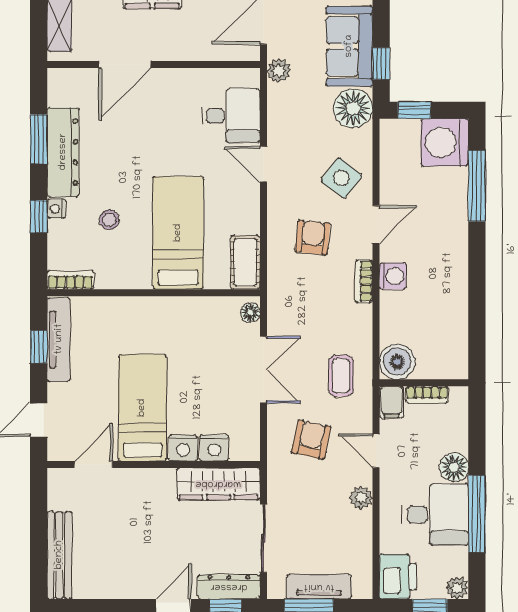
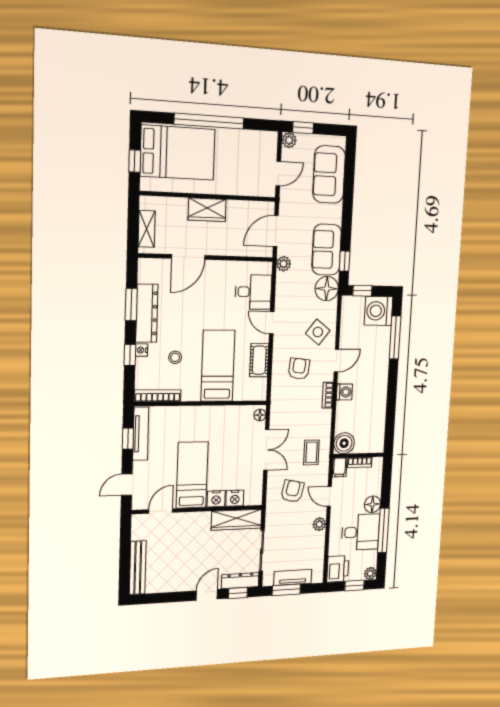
cot: (245, 262) -> (259, 360), moved
bookcase: (70, 280) -> (158, 396), width x1.56

